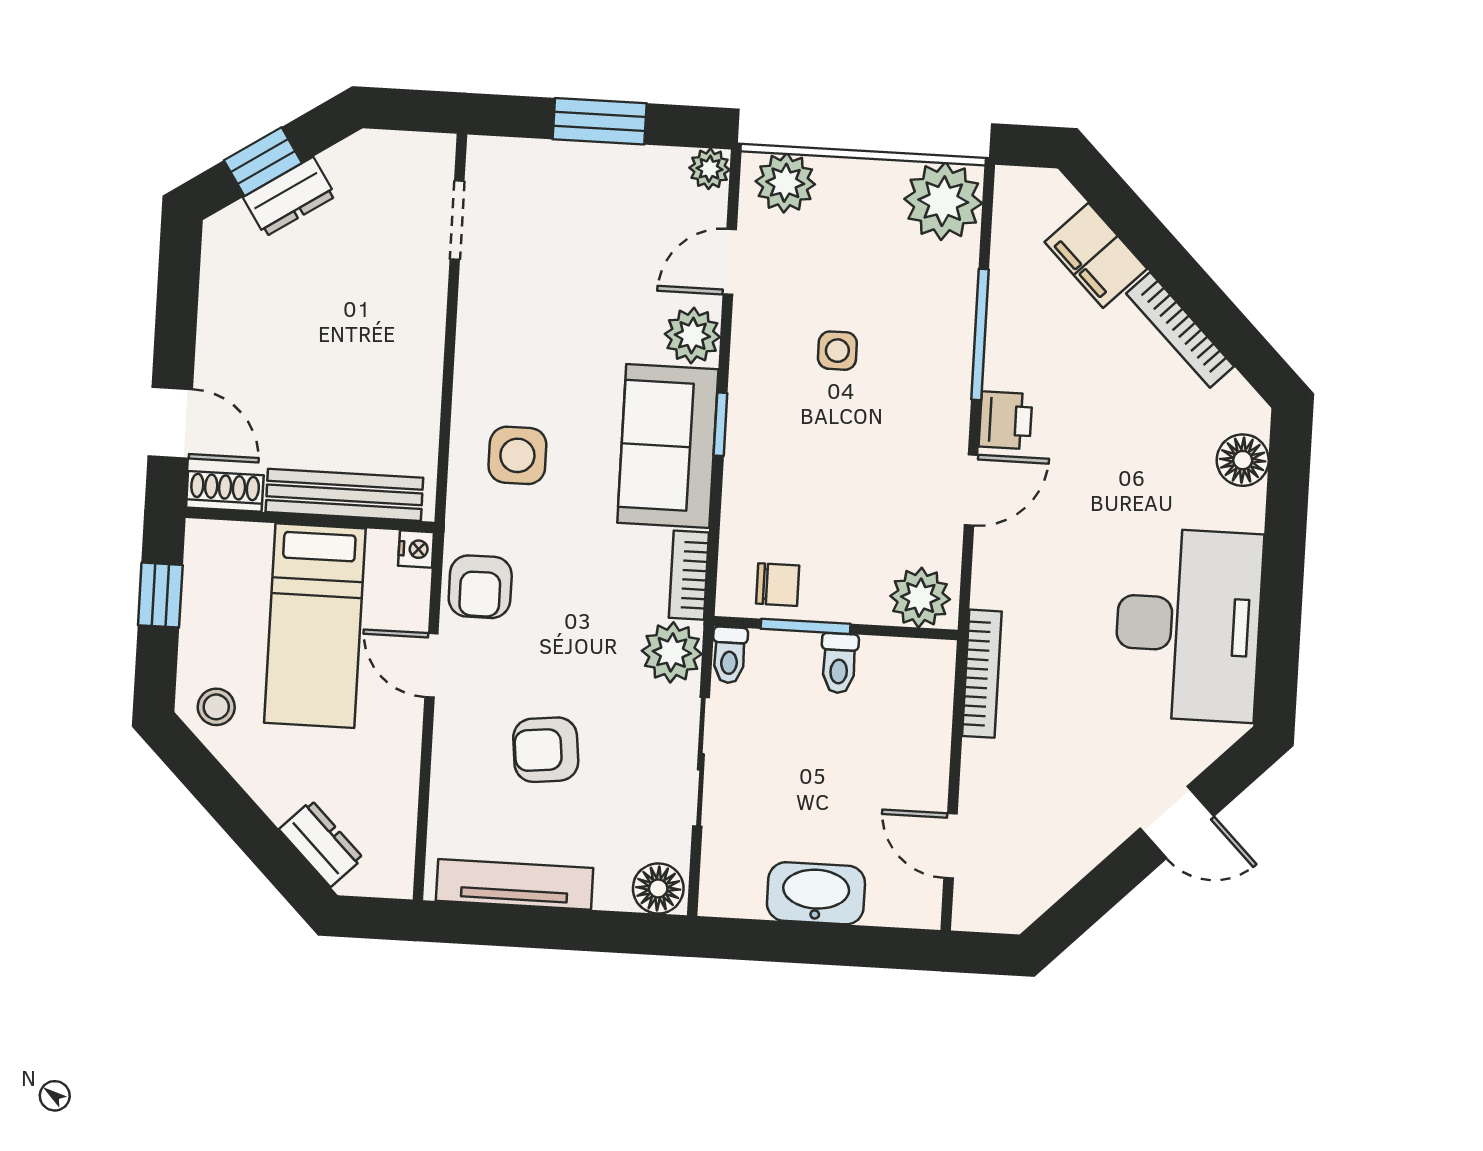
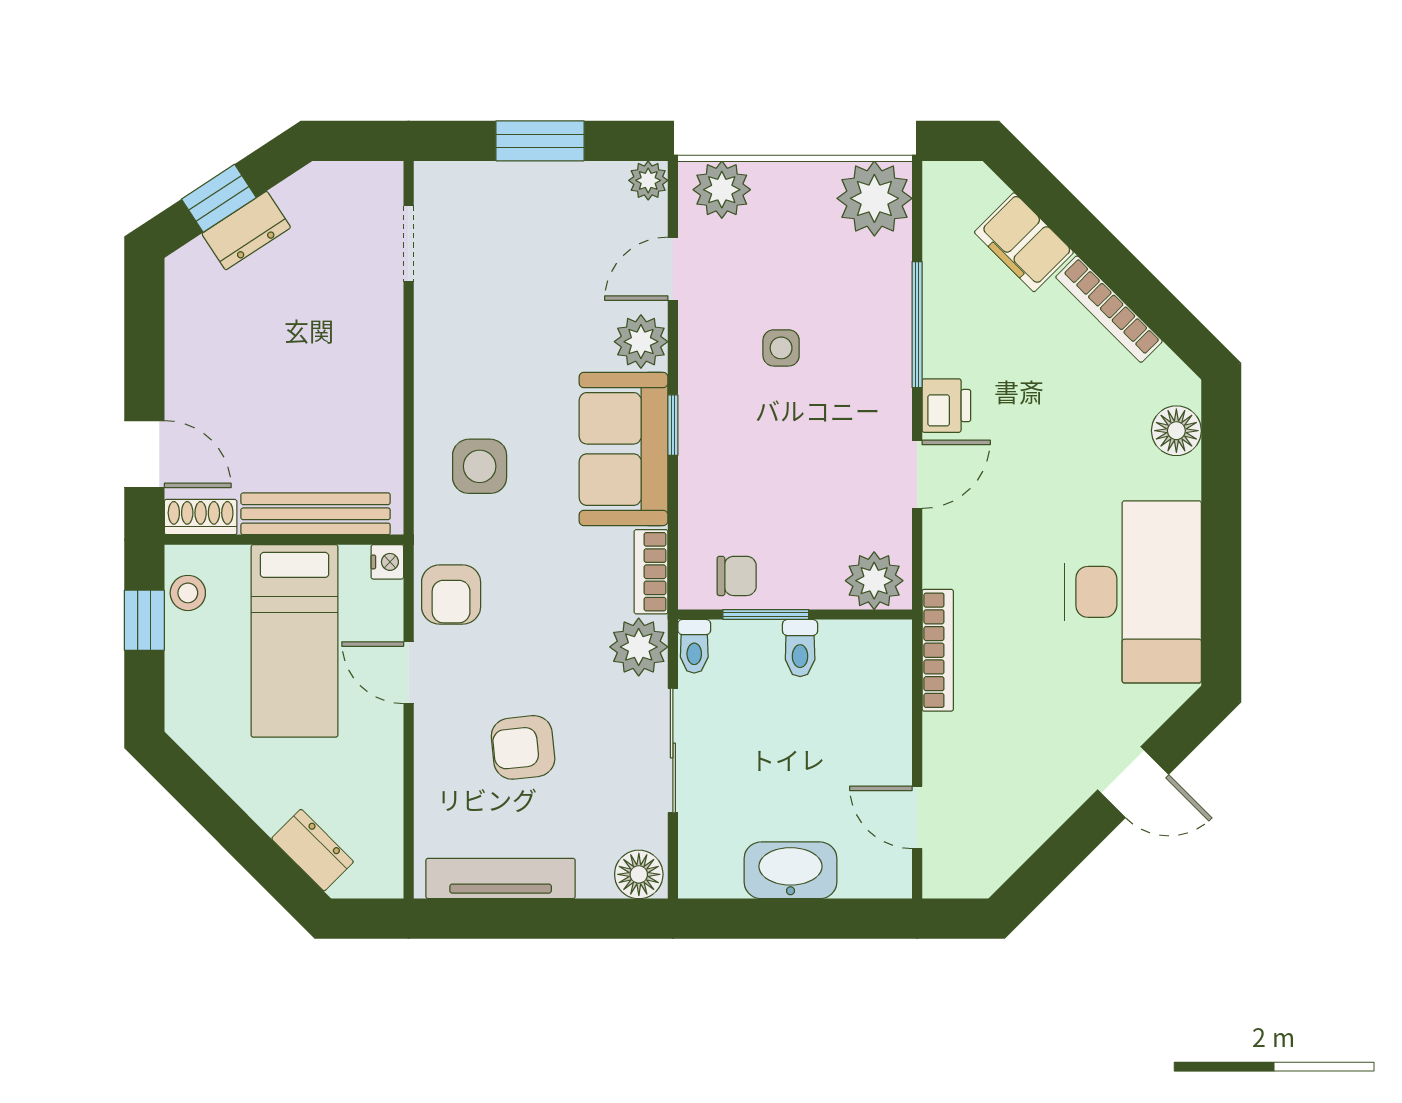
stool: (216, 707) -> (188, 593), moved

